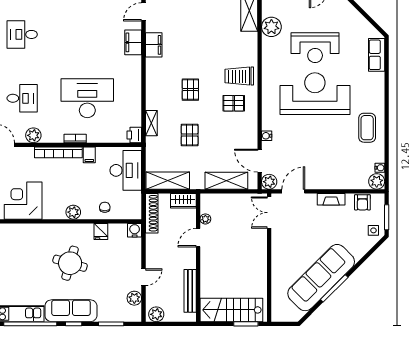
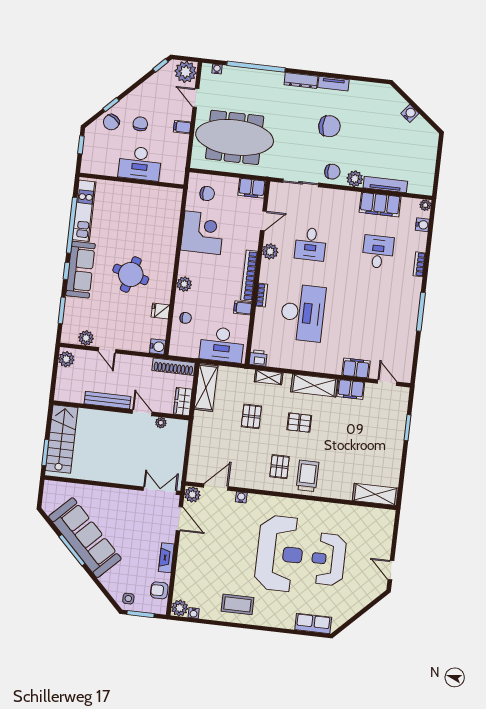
plant: (271, 27) -> (356, 516), removed
pallet: (190, 135) -> (251, 416), turned 90
shelving: (226, 181) -> (314, 386), moved, turned 90
bench: (190, 291) -> (107, 400), moved

